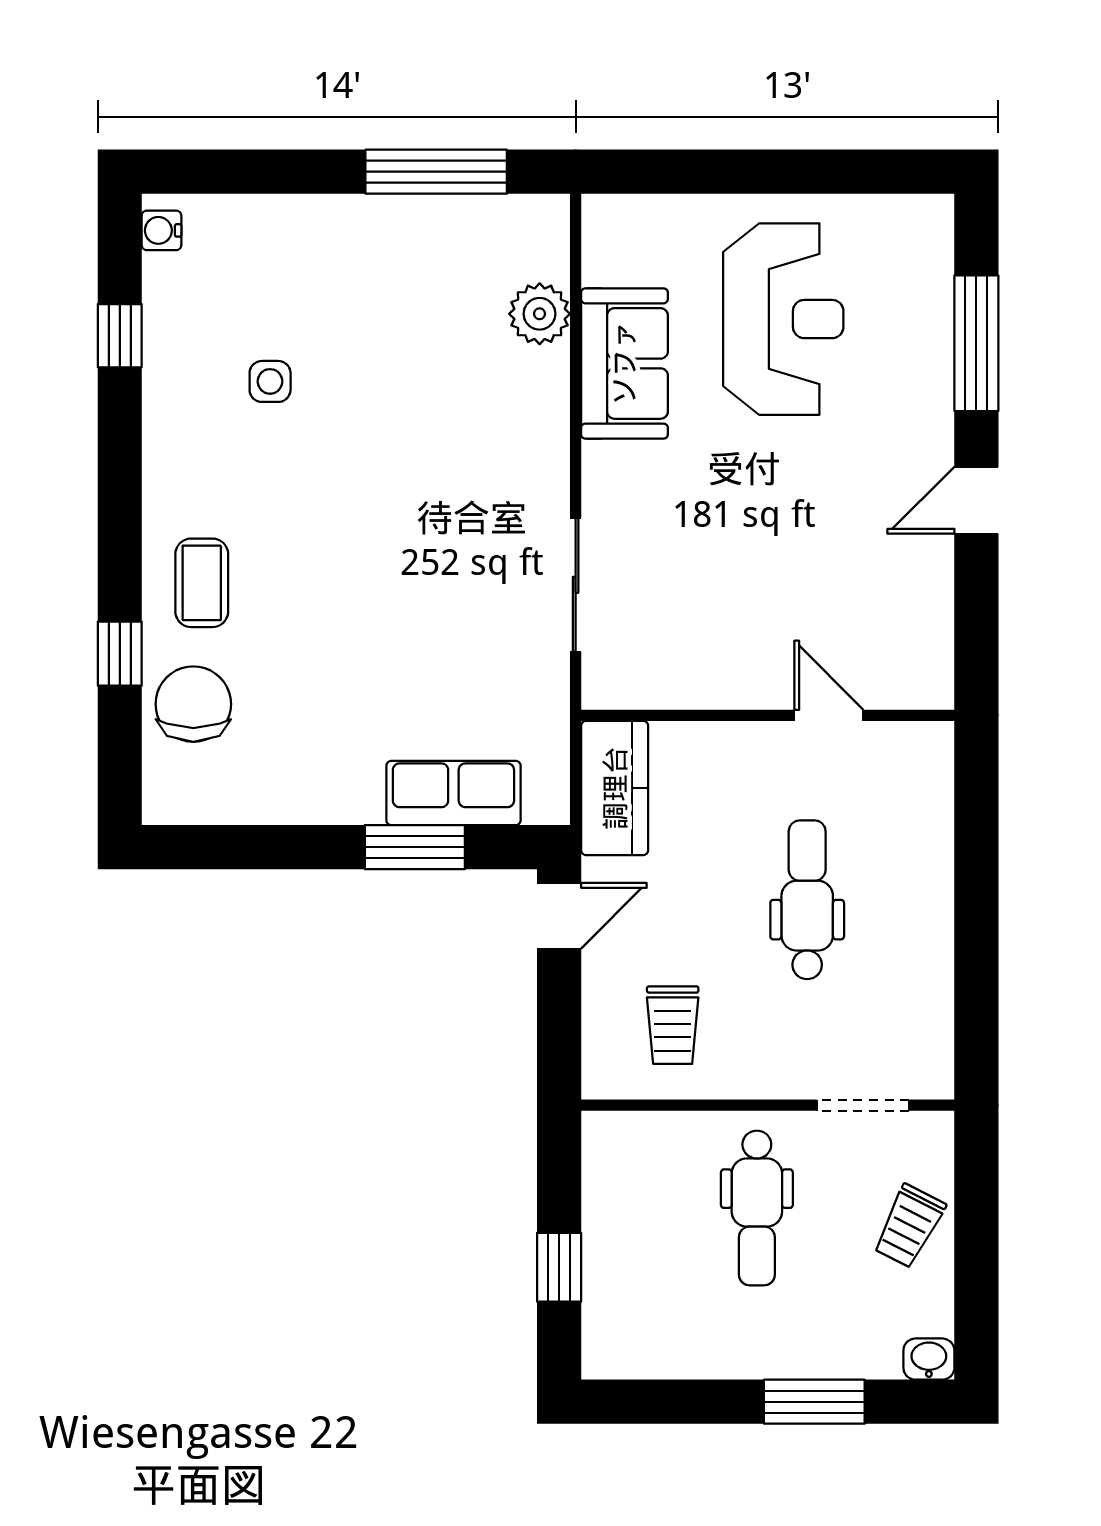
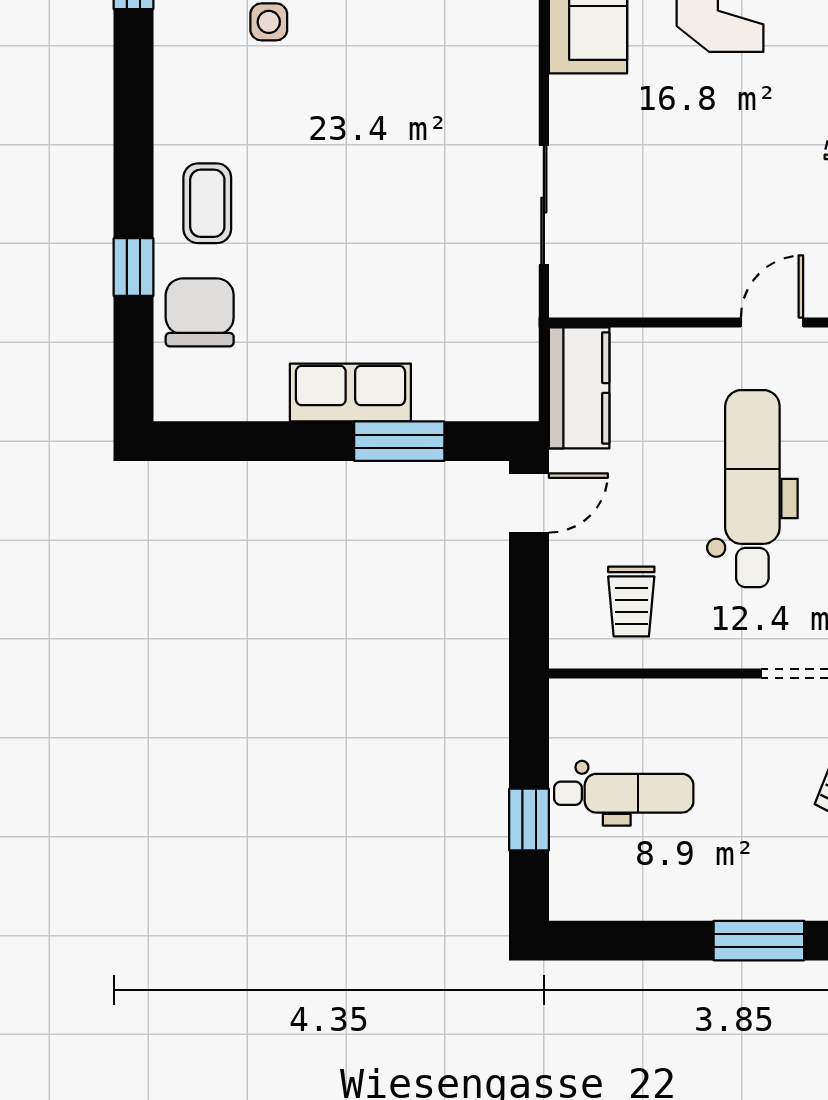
door: (829, 715) -> (772, 323), hinge flipped
row of seats: (453, 793) -> (350, 392), moved
dental chair: (807, 900) -> (752, 489), width x1.36, depth x1.38
dental chair: (757, 1208) -> (624, 793), moved, turned -90

